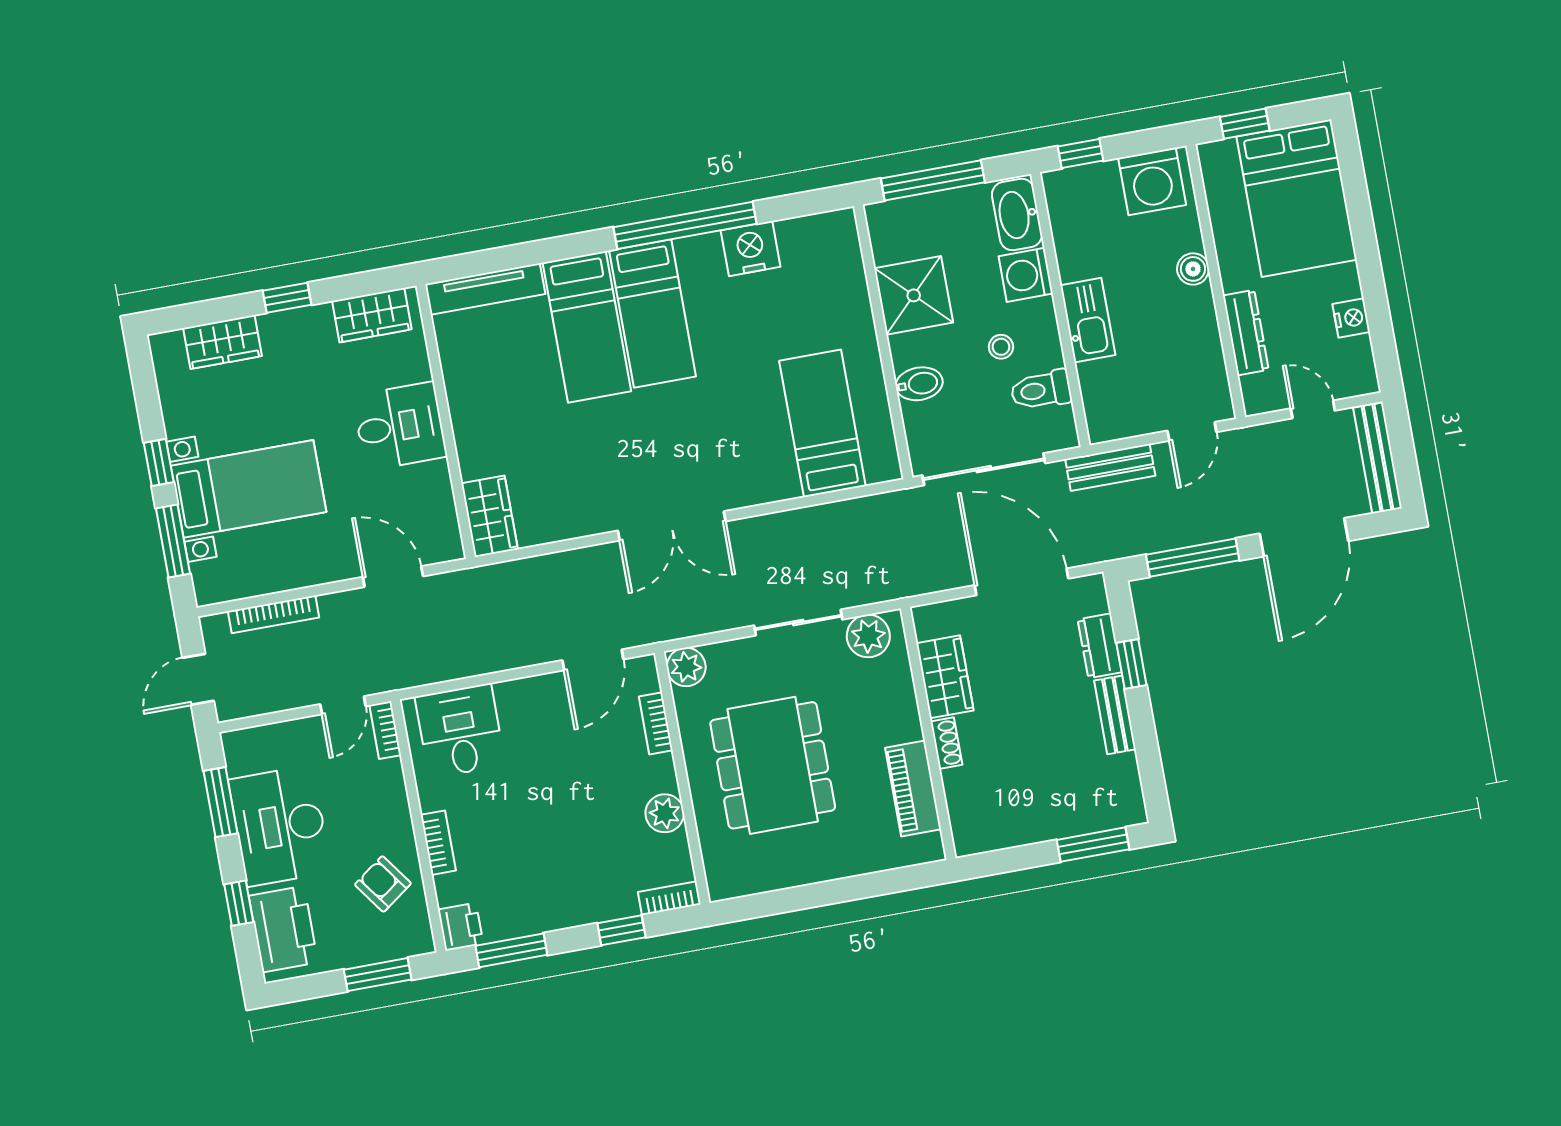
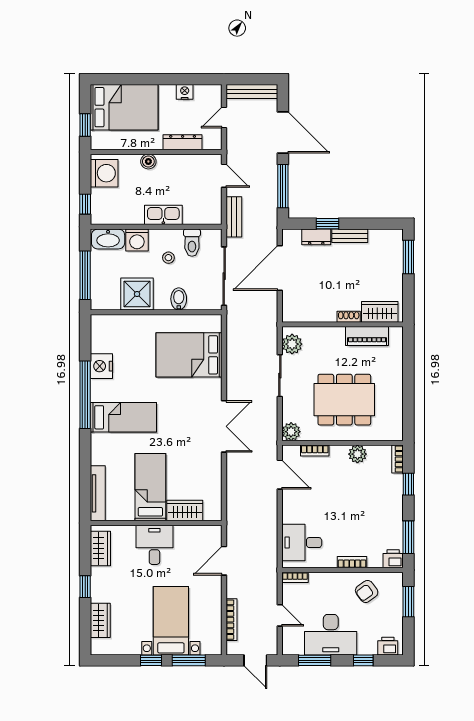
bed: (587, 327) -> (150, 487), moved, turned -90
bed: (822, 423) -> (189, 355), width x1.50
wardrobe: (490, 516) -> (185, 511), moved
wardrobe: (945, 677) -> (380, 312), moved
door: (343, 705) -> (280, 615), moved
printer: (283, 929) -> (388, 646), width x0.53, depth x0.68

